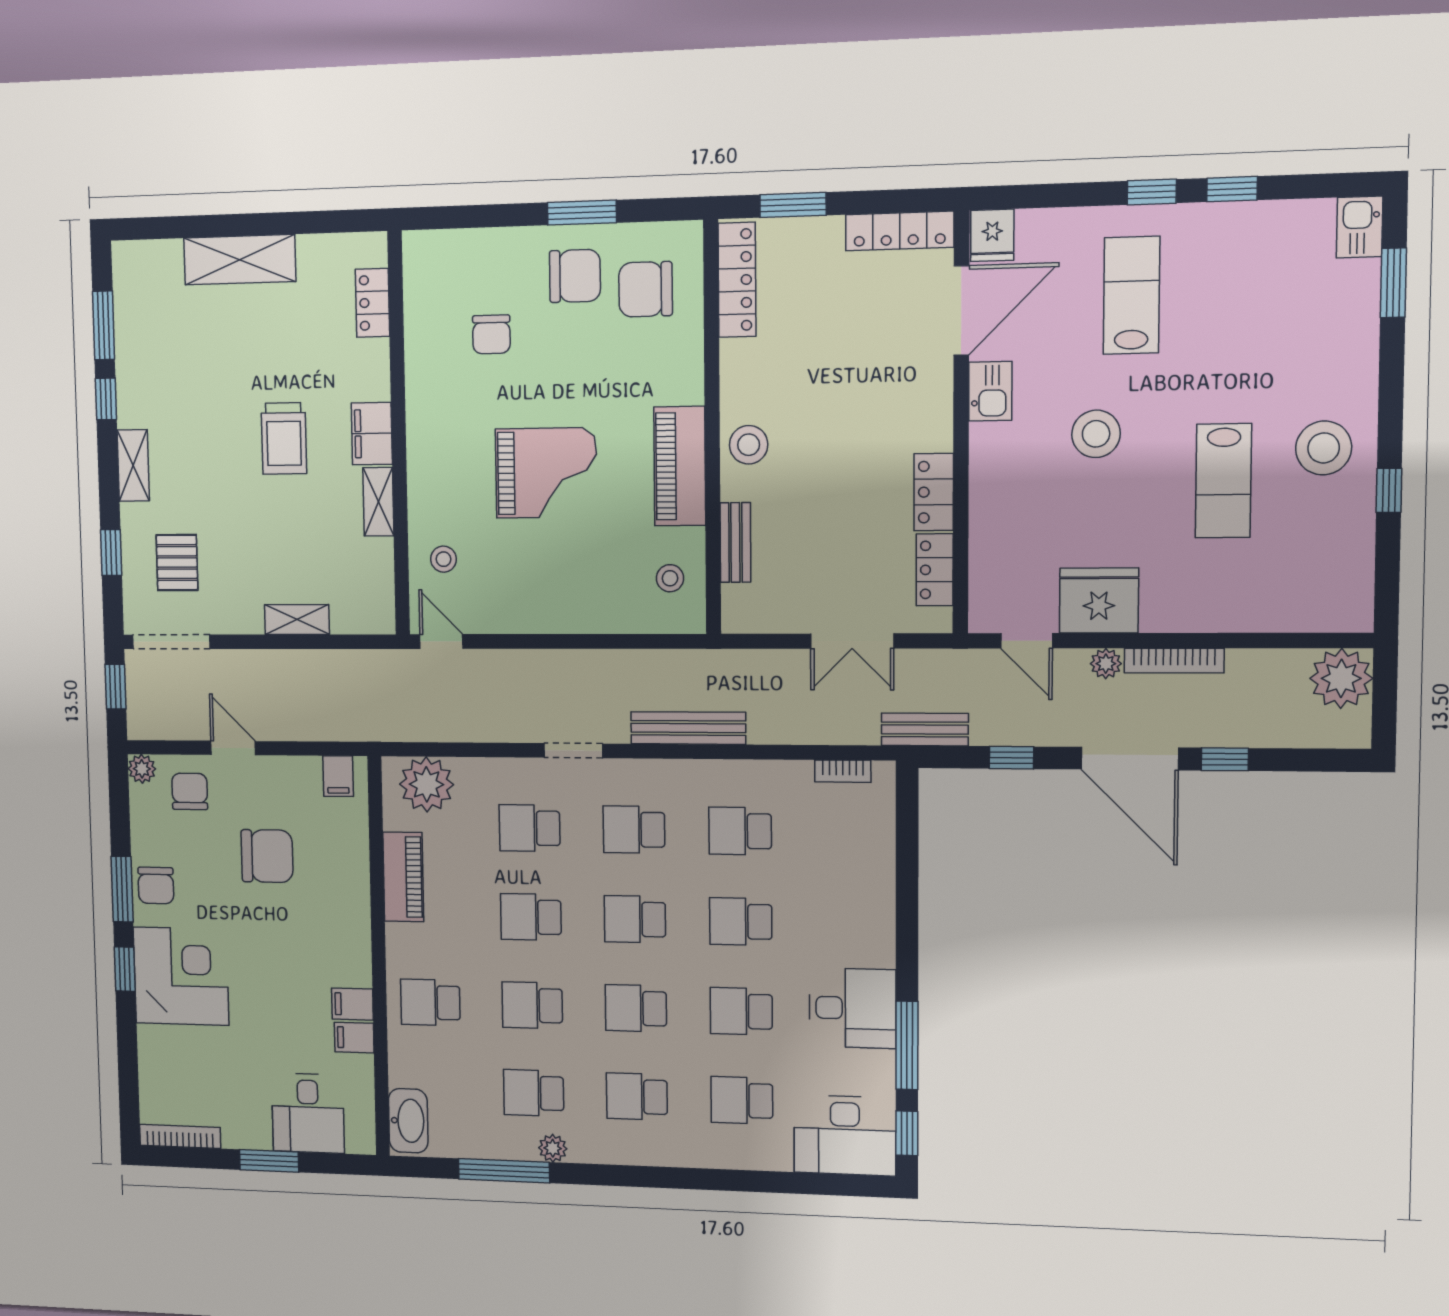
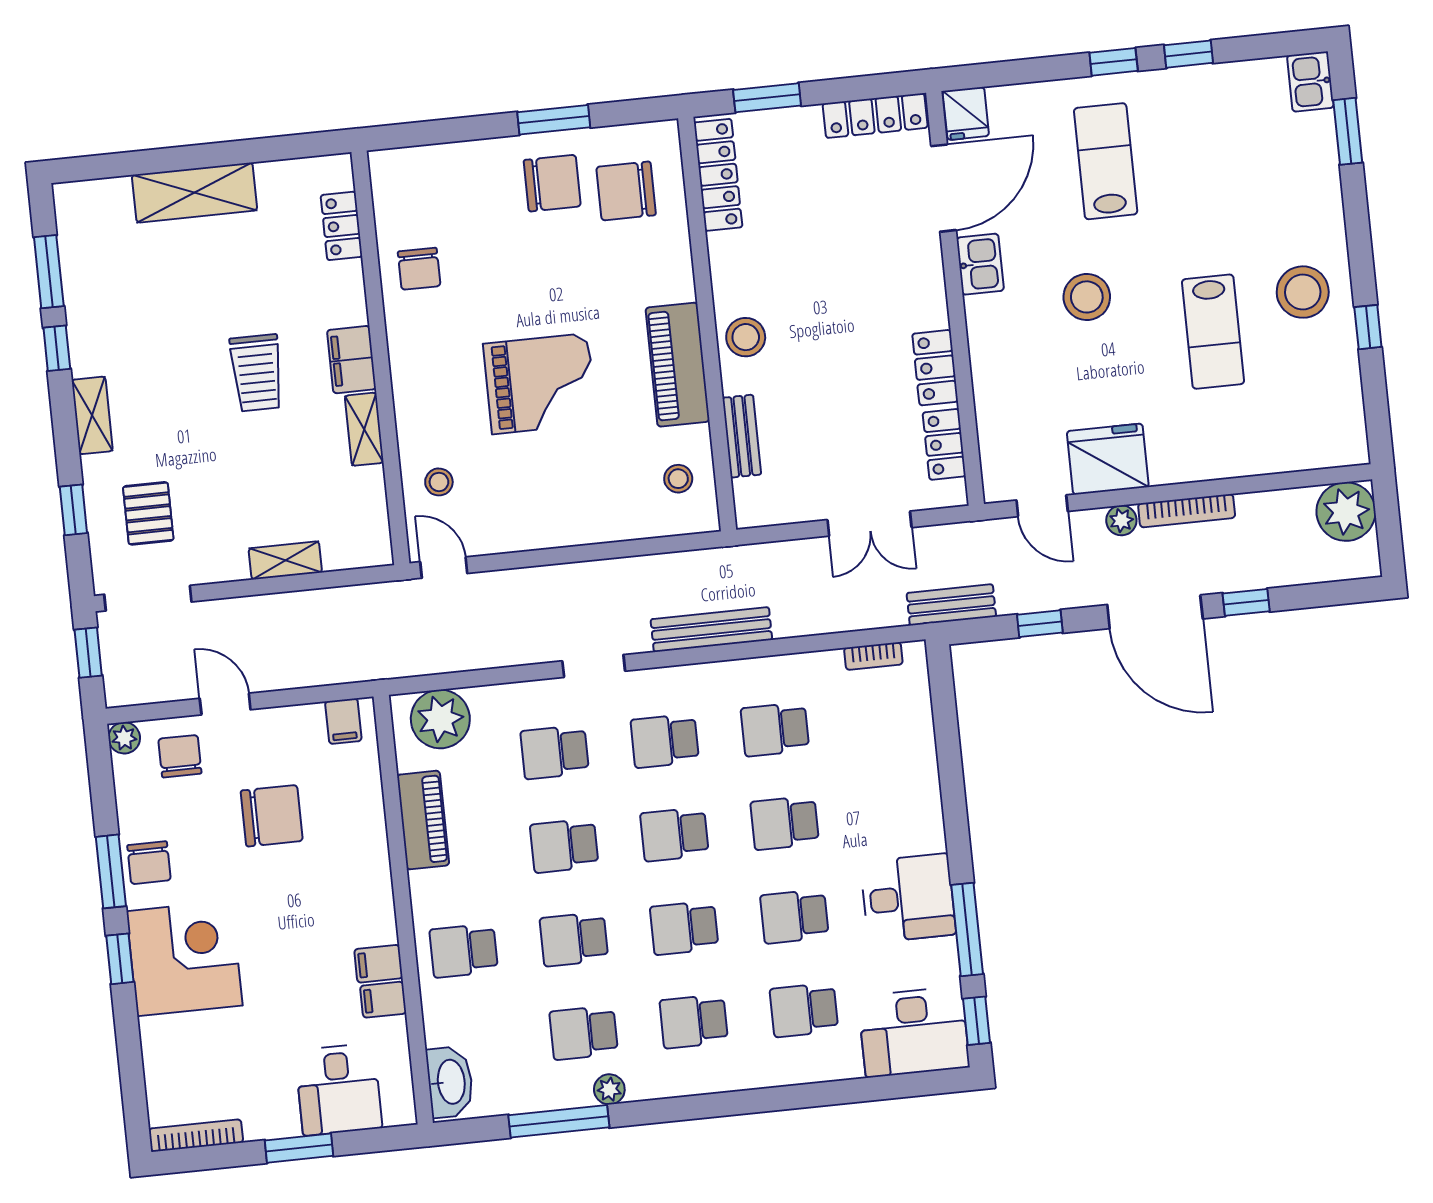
chair: (491, 334) -> (419, 269), moved

